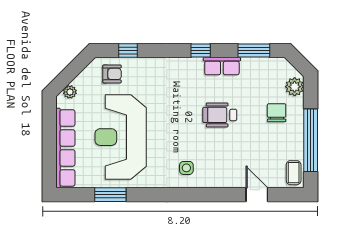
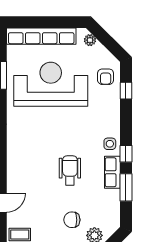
window: (254, 50) -> (126, 187), moved
chair: (277, 113) -> (72, 220), turned 180
side table: (186, 168) -> (110, 144), moved

